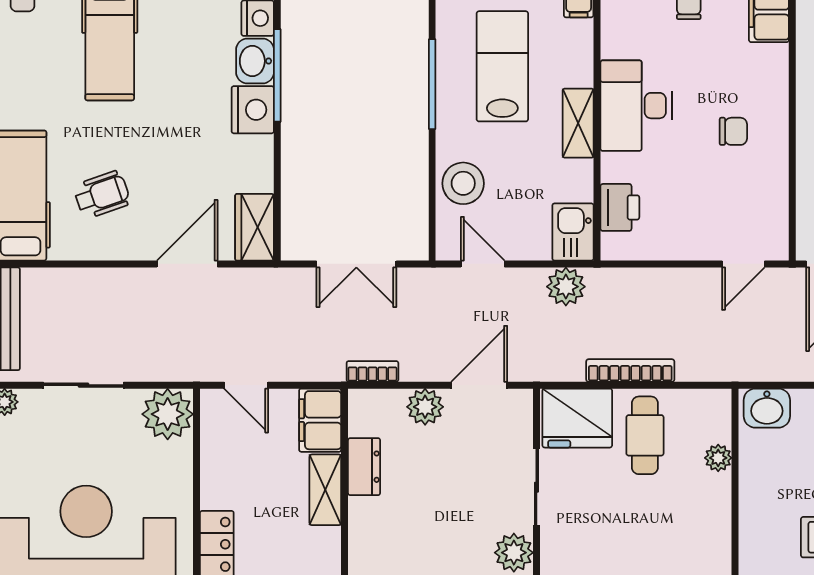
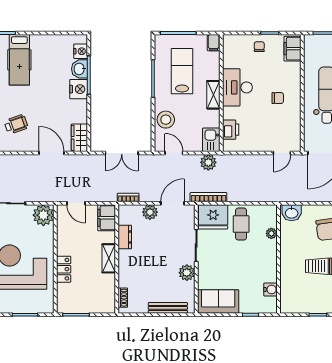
door: (187, 264) -> (51, 153), hinge flipped
bookcase: (630, 371) -> (208, 197), moved
shelving: (325, 490) -> (109, 258), moved

